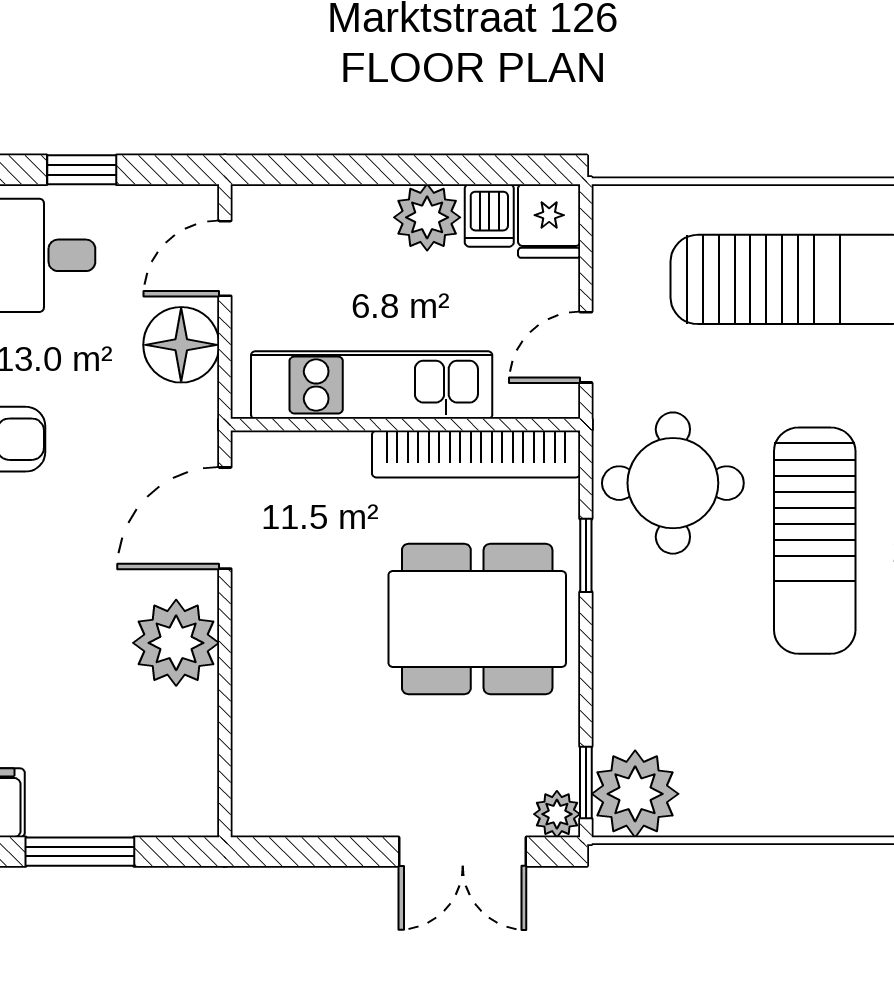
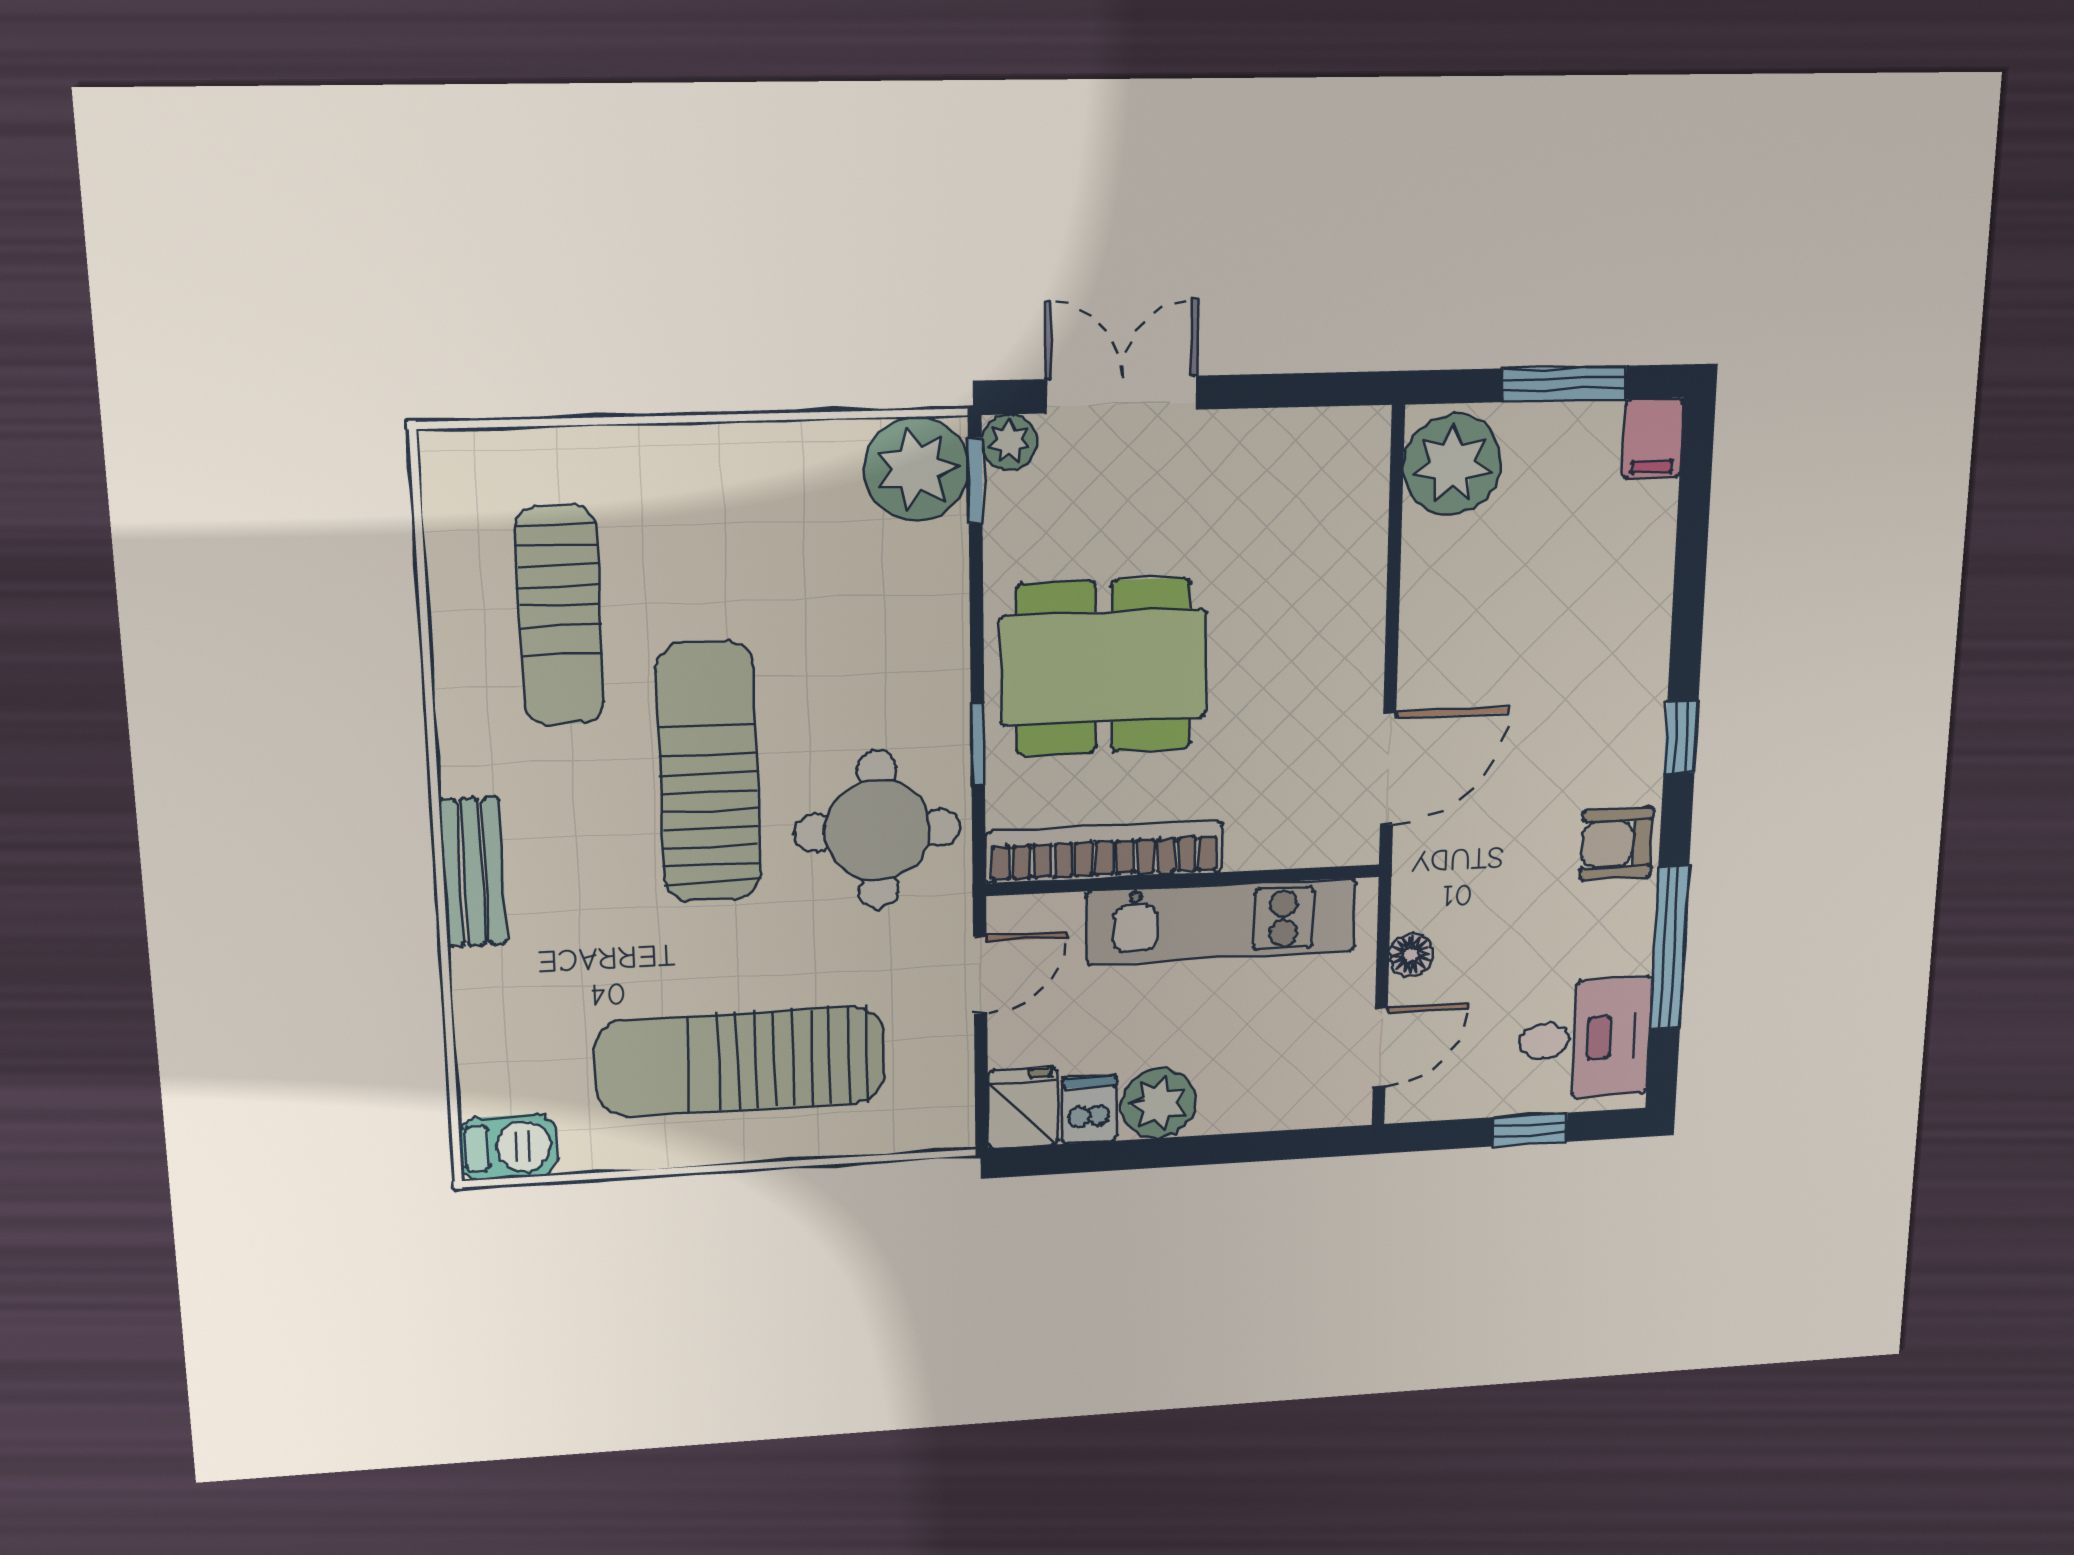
floor lamp: (181, 345) -> (1411, 955), width x0.53, depth x0.53
plant: (176, 643) -> (1452, 465), moved

